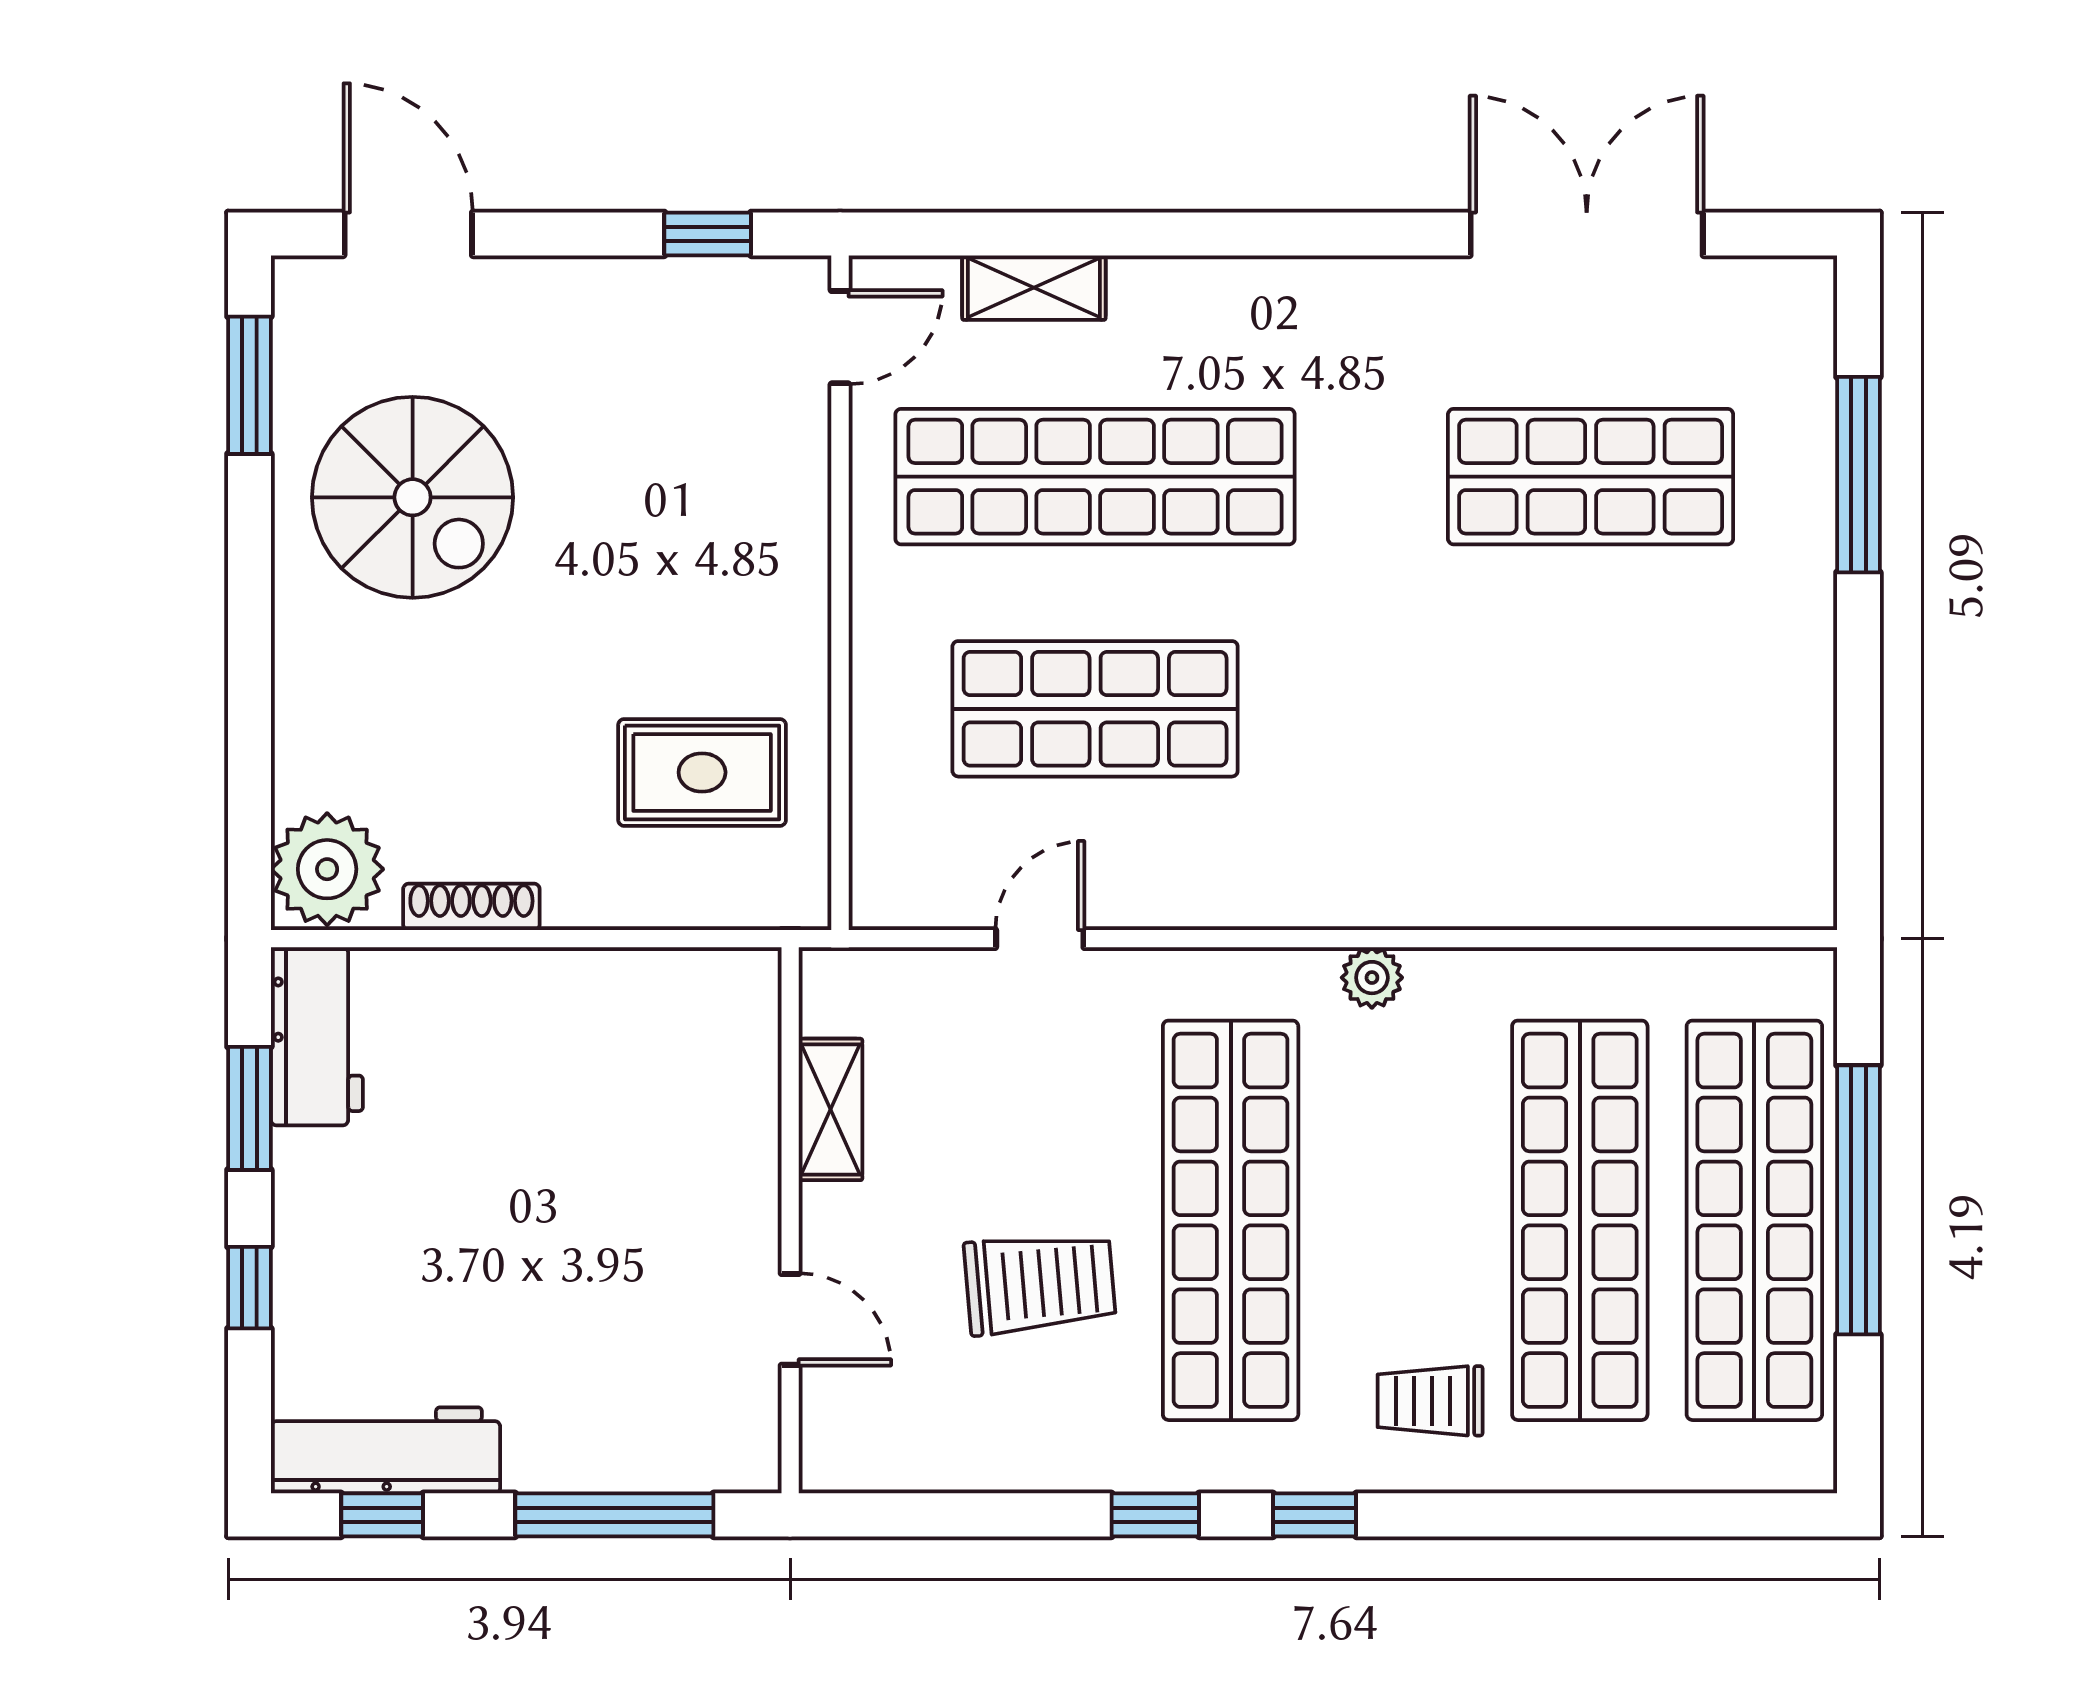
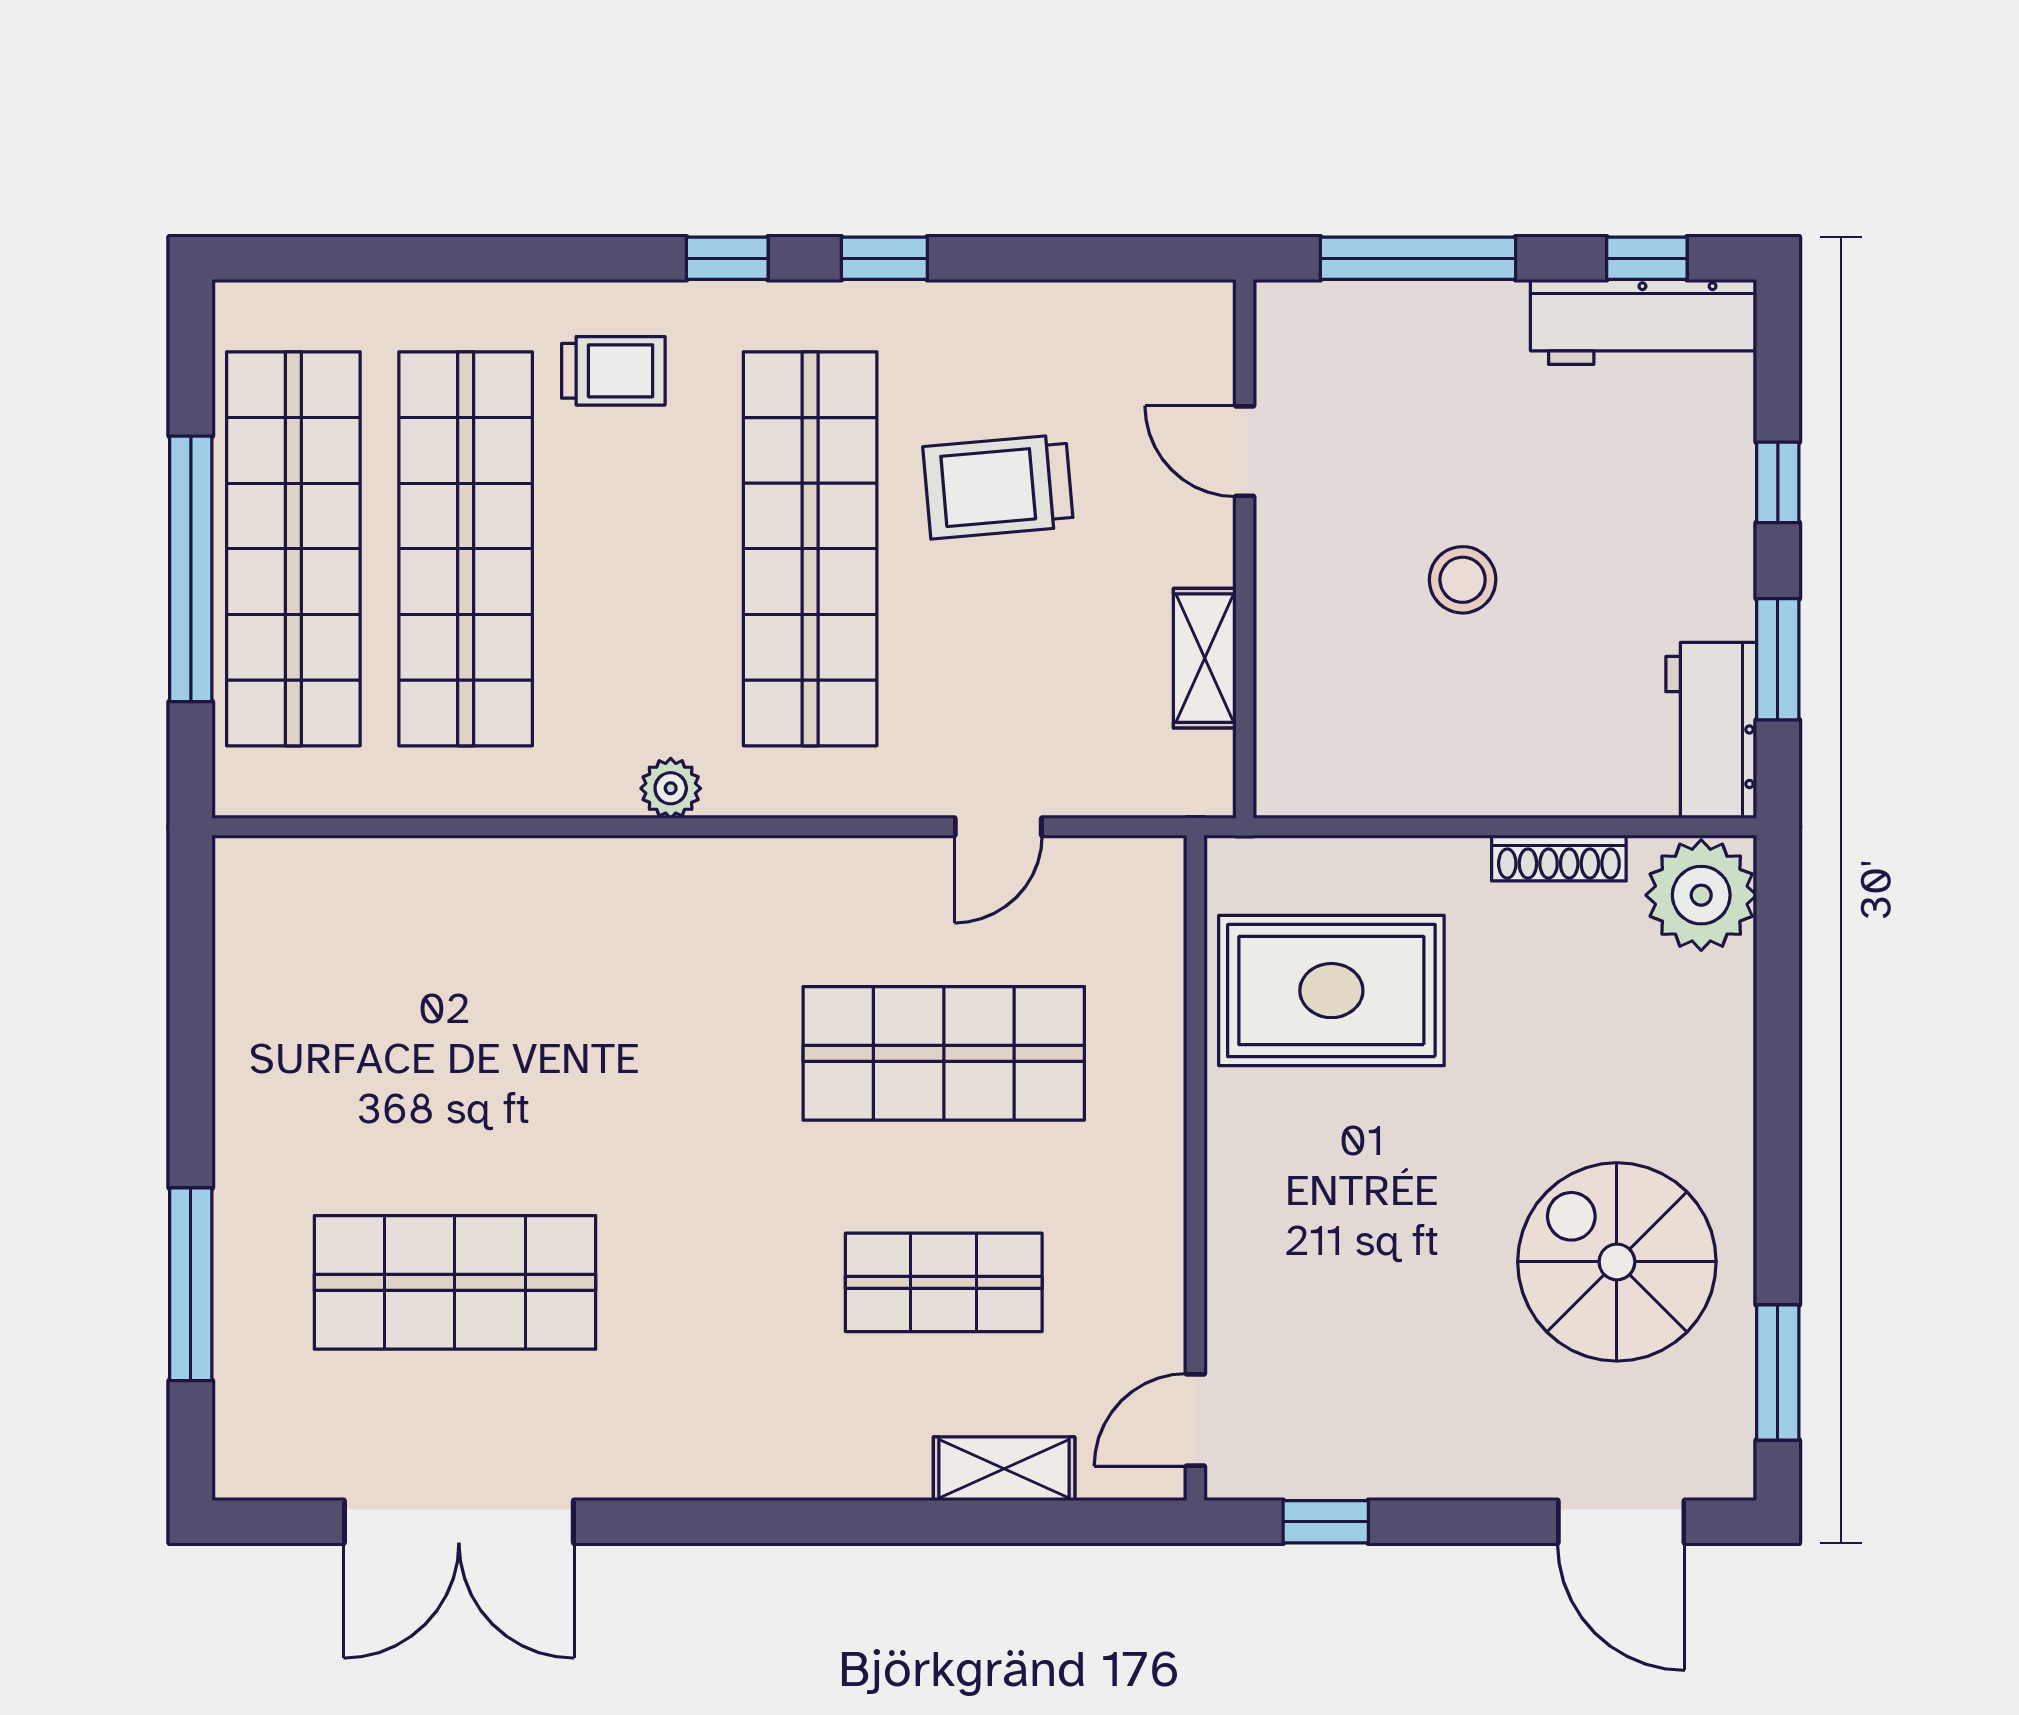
shop shelf: (1095, 477) -> (944, 1282), width x0.50, depth x0.74
rug: (702, 772) -> (1331, 991), width x1.36, depth x1.43
stool: (569, 1189) -> (1463, 580), added

